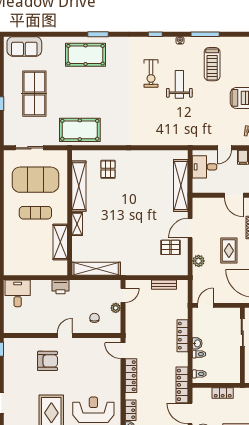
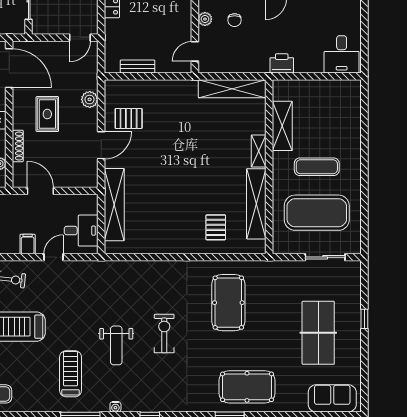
exercise bike: (151, 73) -> (164, 333), moved
pool table: (80, 130) -> (228, 303), moved, turned 90
plant: (116, 308) -> (205, 19), moved

